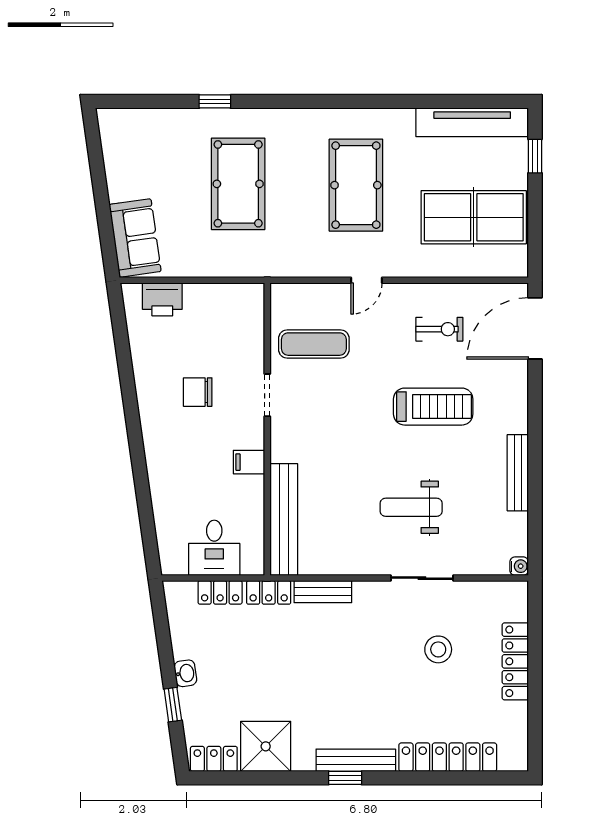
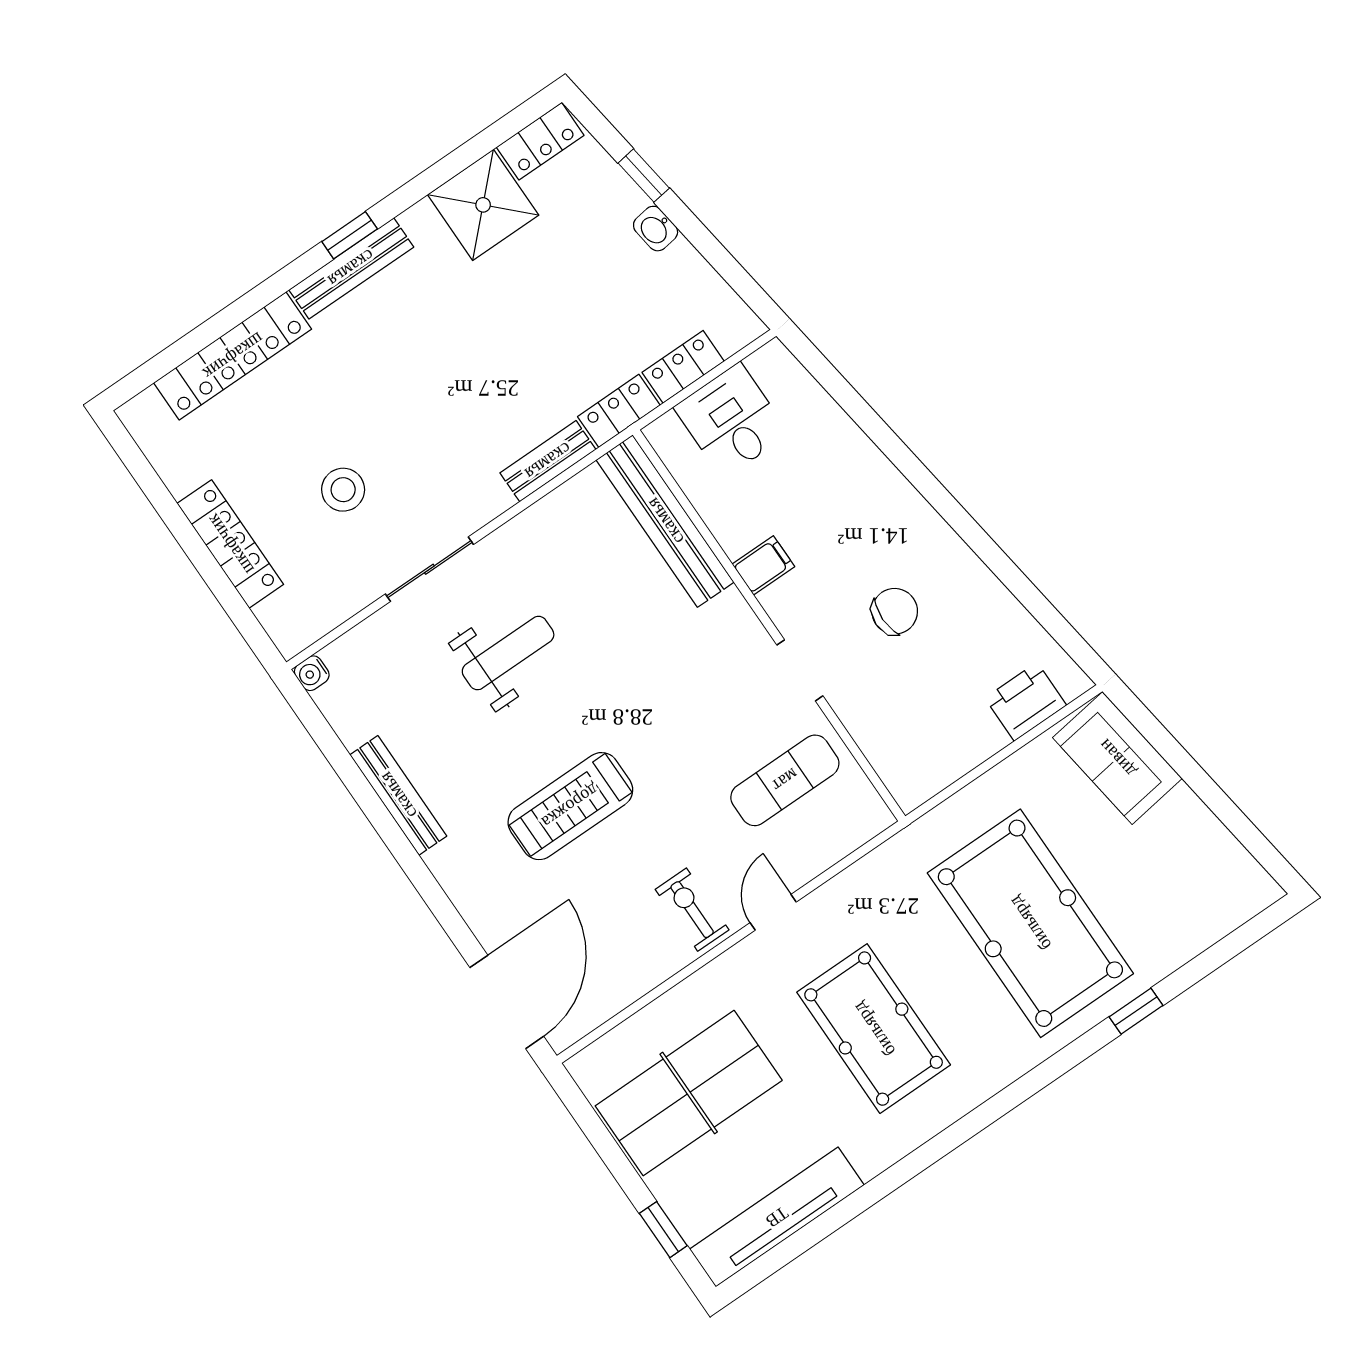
pool table: (238, 184) -> (1030, 923), width x1.36, depth x1.32
exercise bike: (439, 329) -> (692, 910), moved, turned 90

